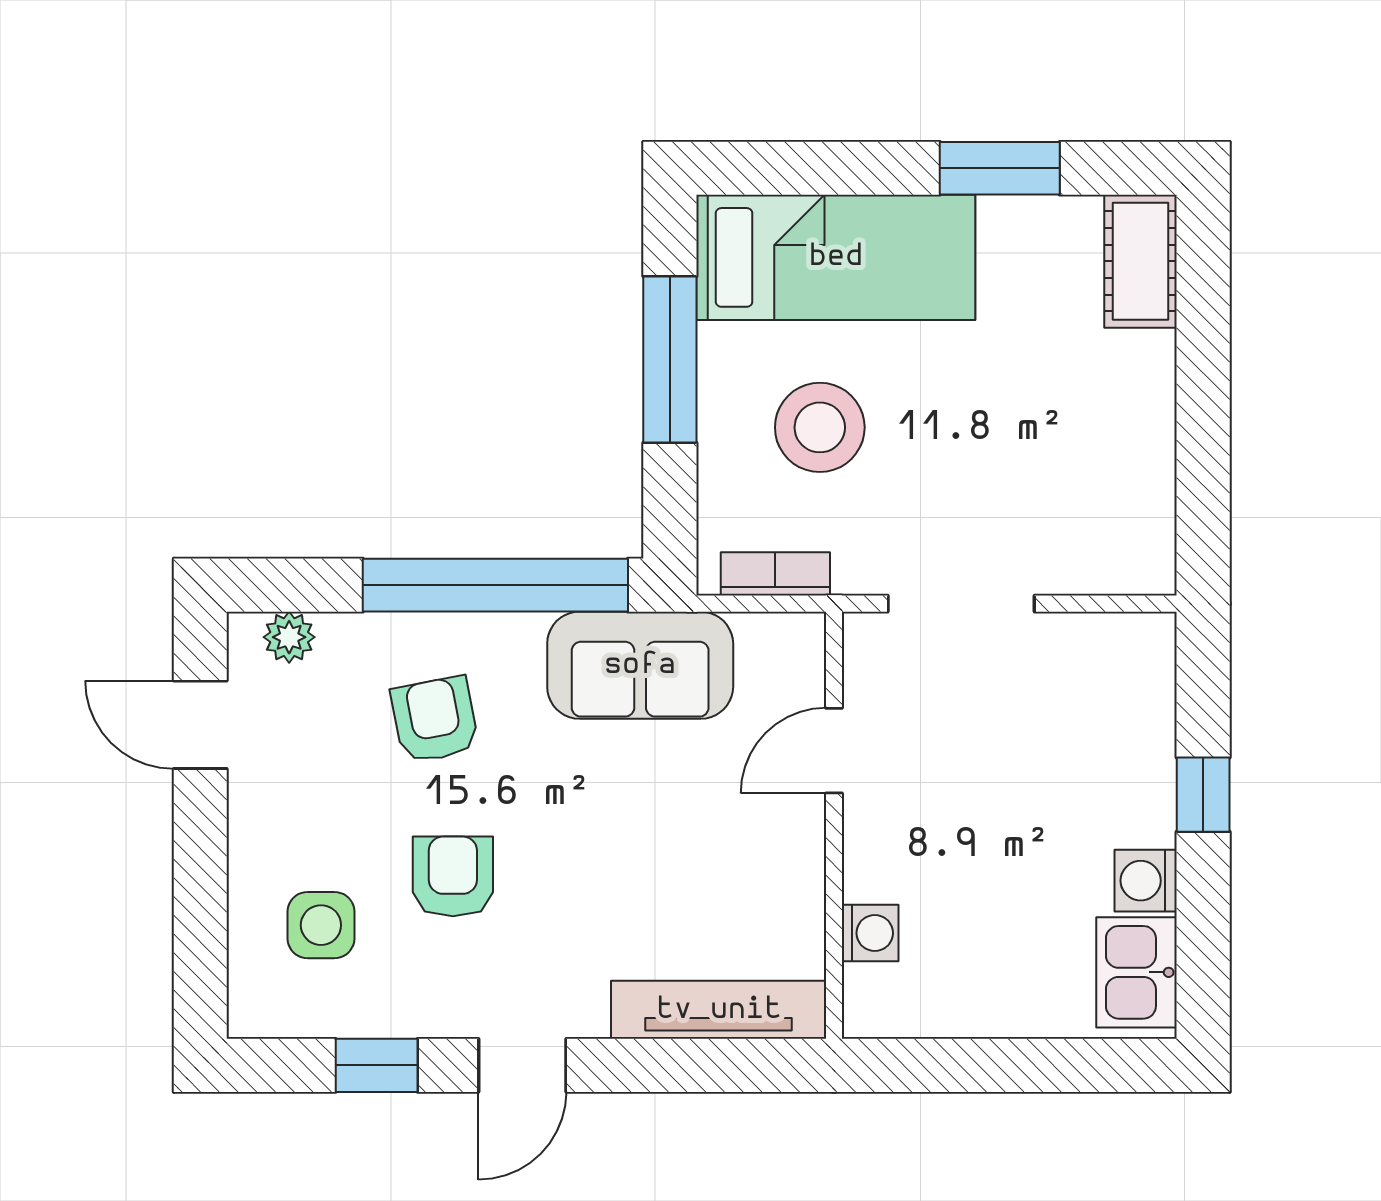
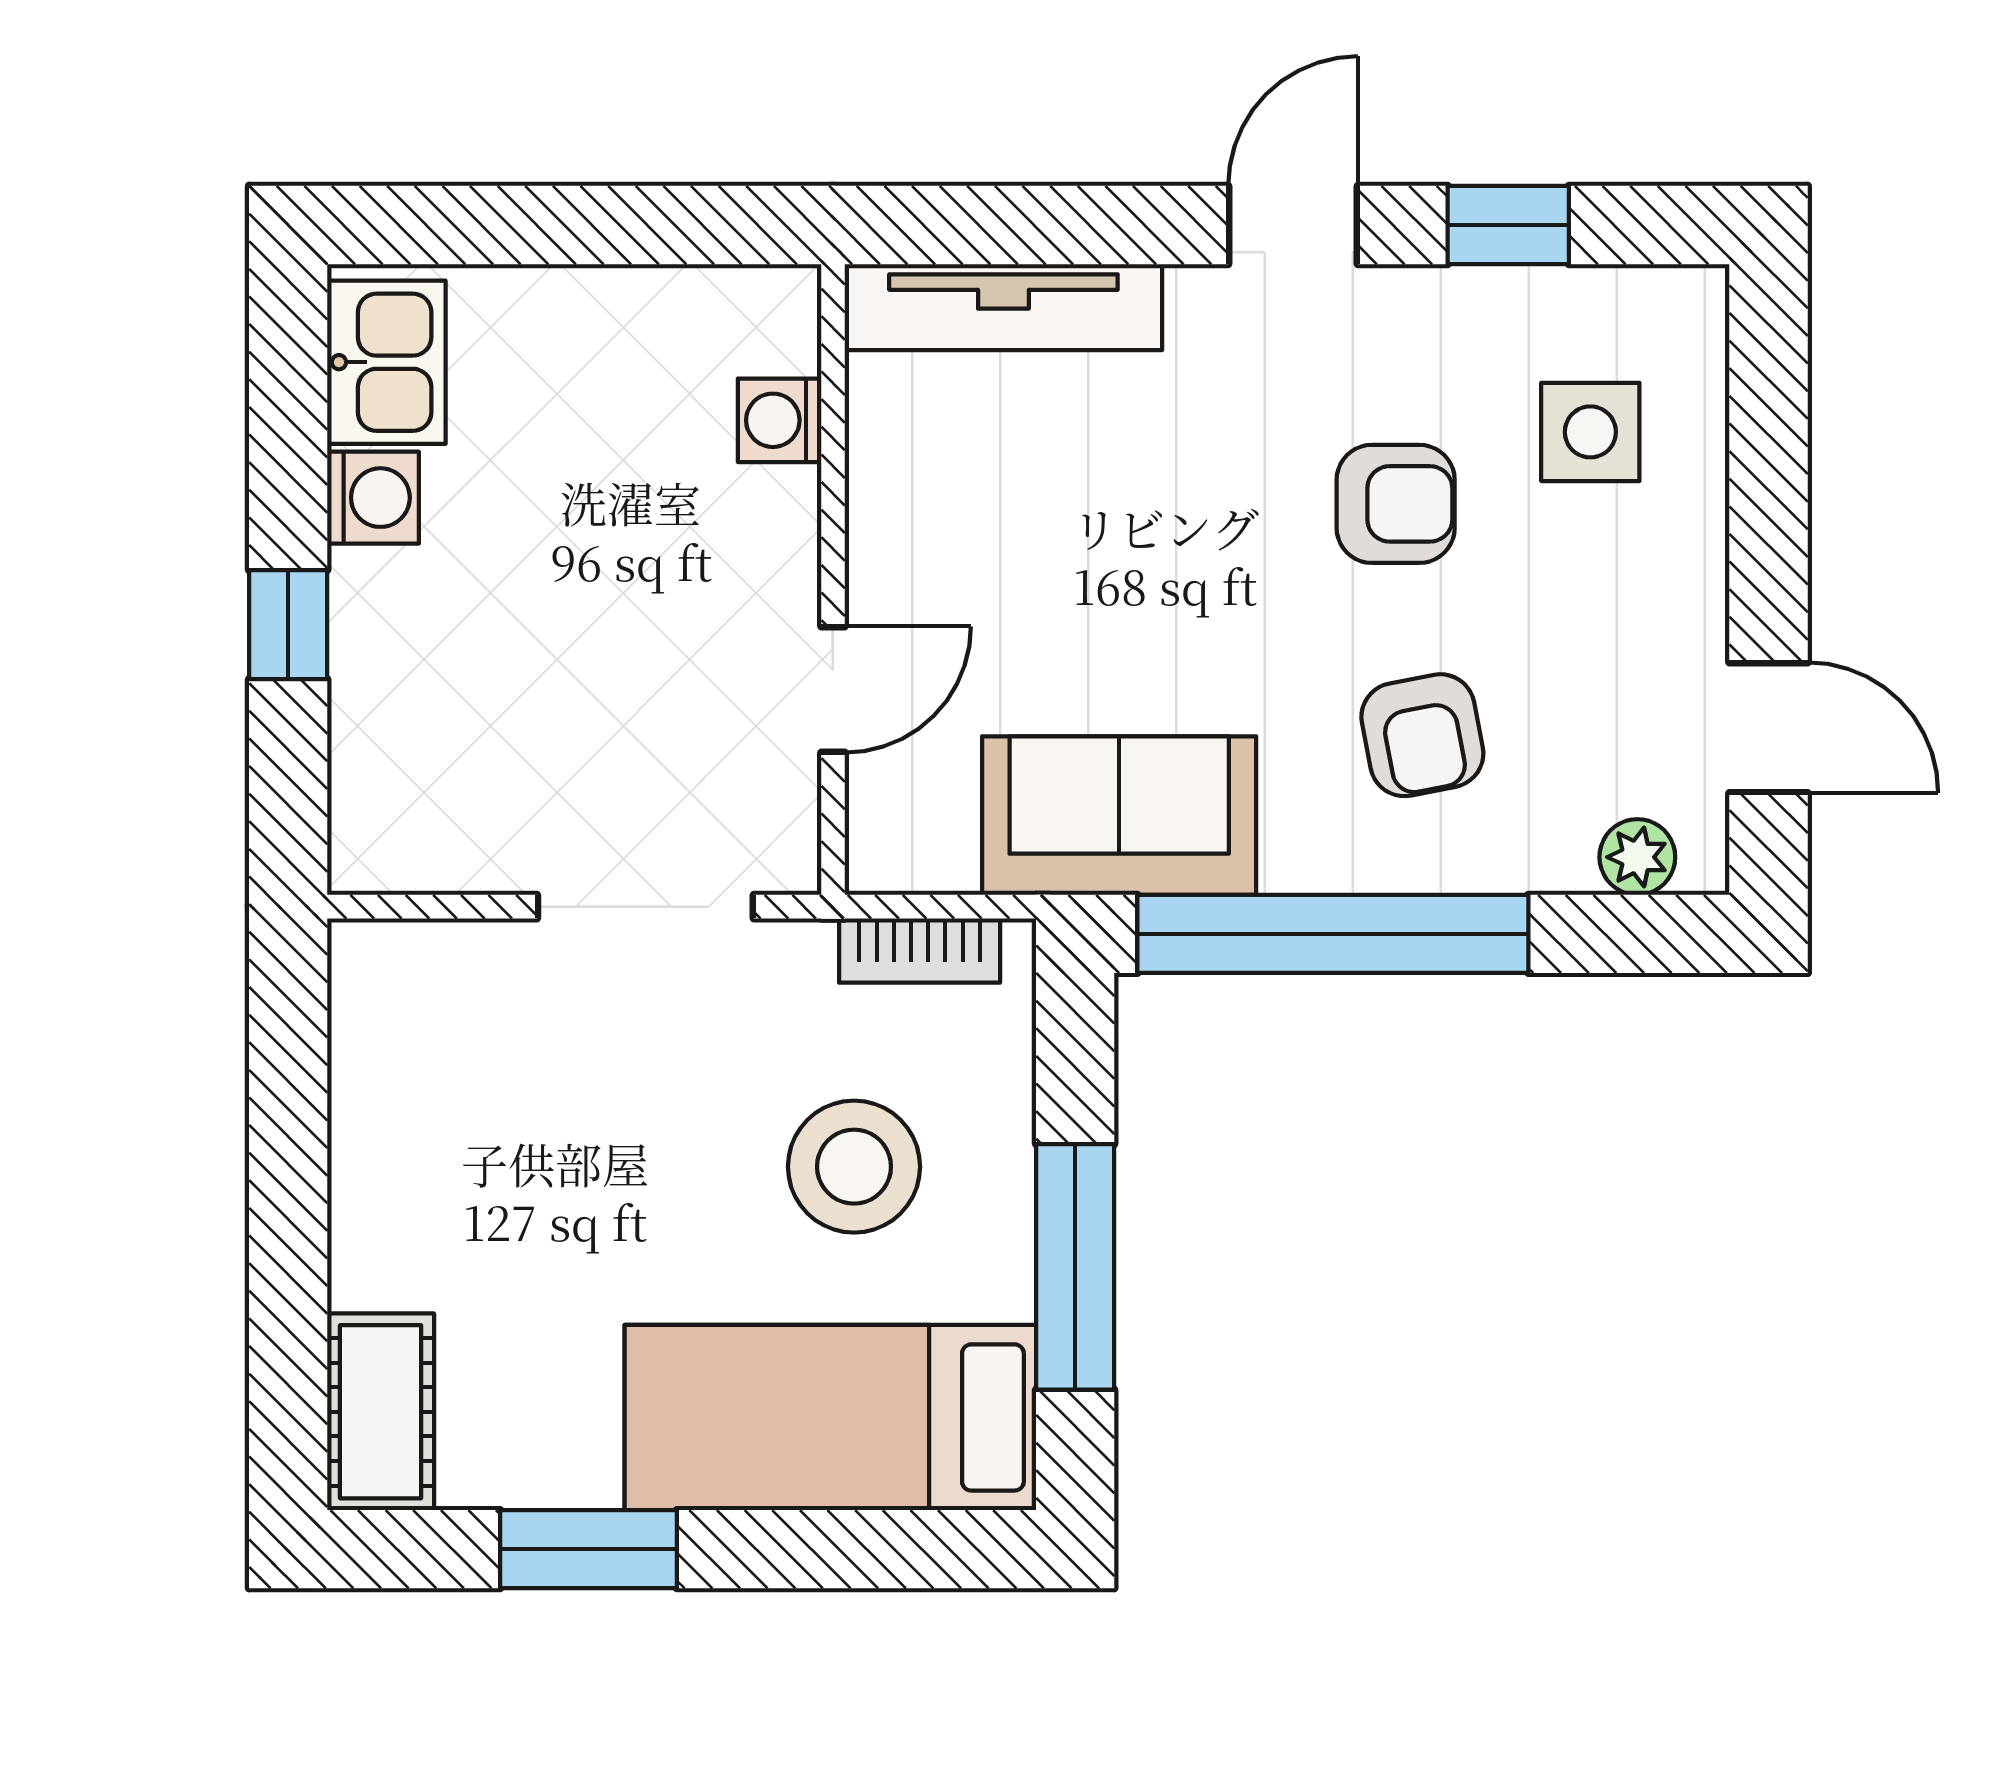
armchair: (453, 876) -> (1396, 504), turned -90

